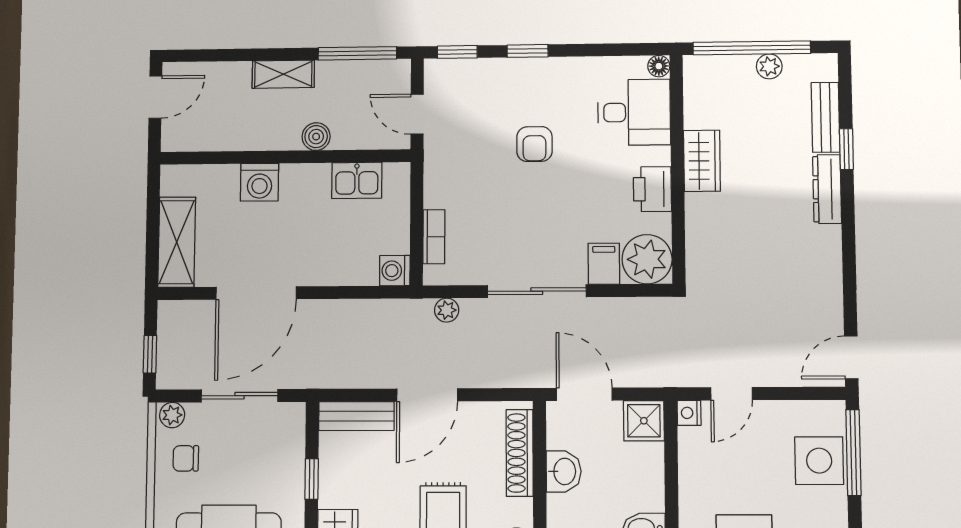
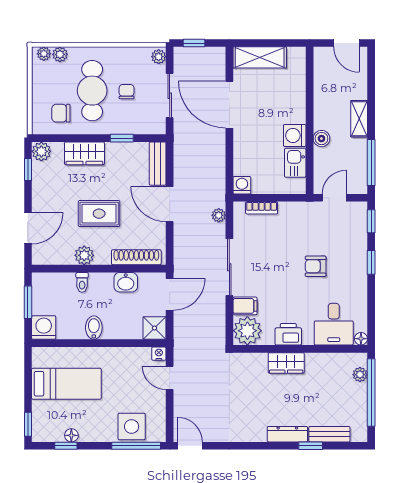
plant: (769, 66) -> (360, 375), moved
wardrobe: (702, 161) -> (286, 363), moved
washing machine: (260, 182) -> (295, 135), moved
chair: (186, 458) -> (127, 92), moved

